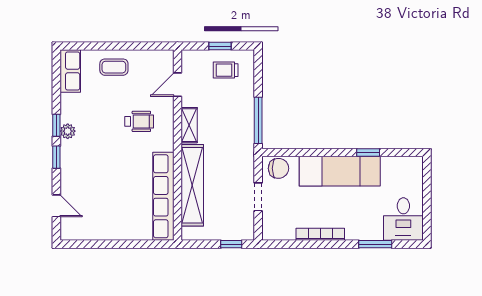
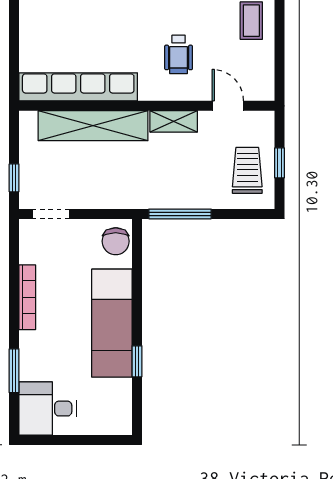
trolley: (226, 70) -> (247, 170), width x1.36, depth x1.39
doorway: (258, 197) -> (51, 214), moved

